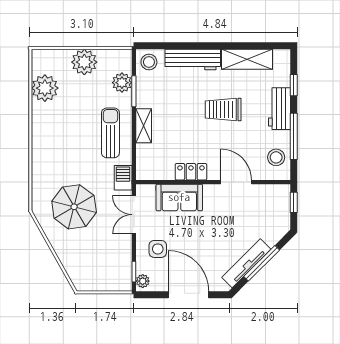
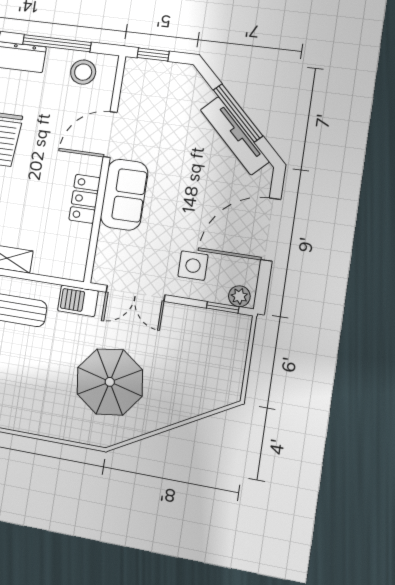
sofa: (179, 197) -> (124, 195), moved

